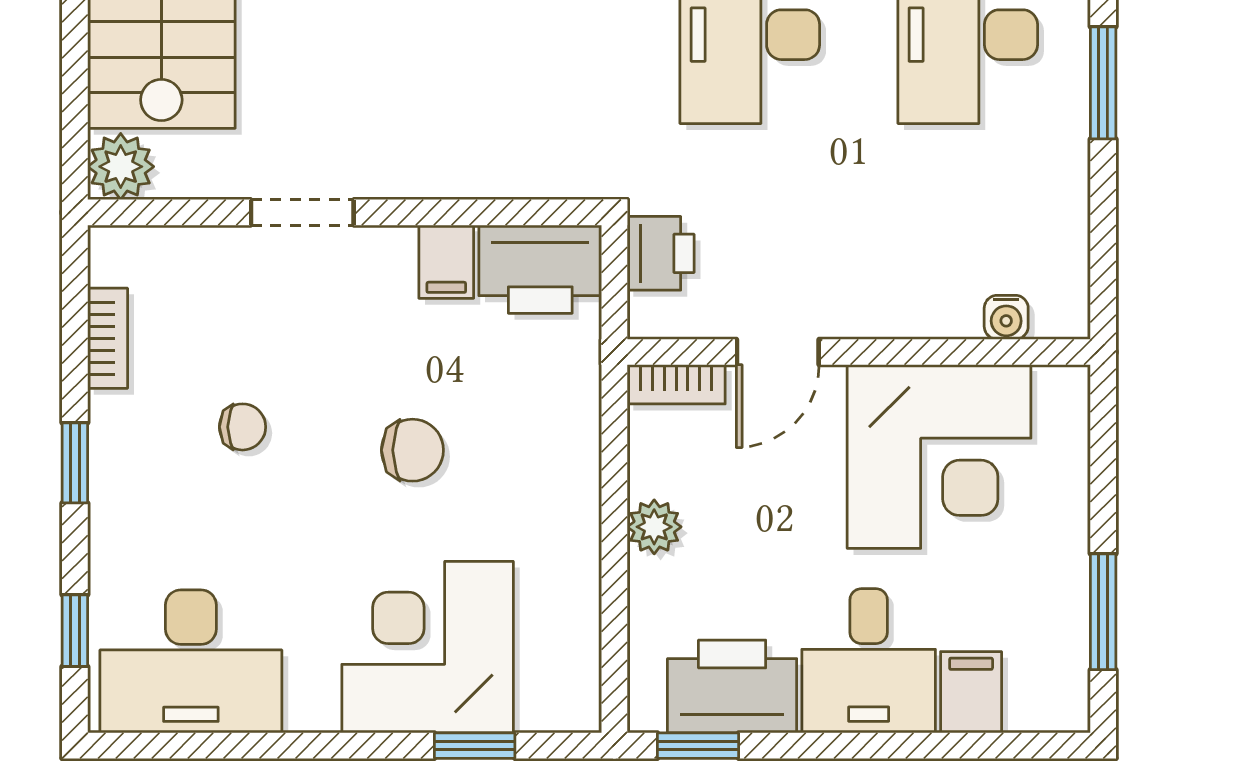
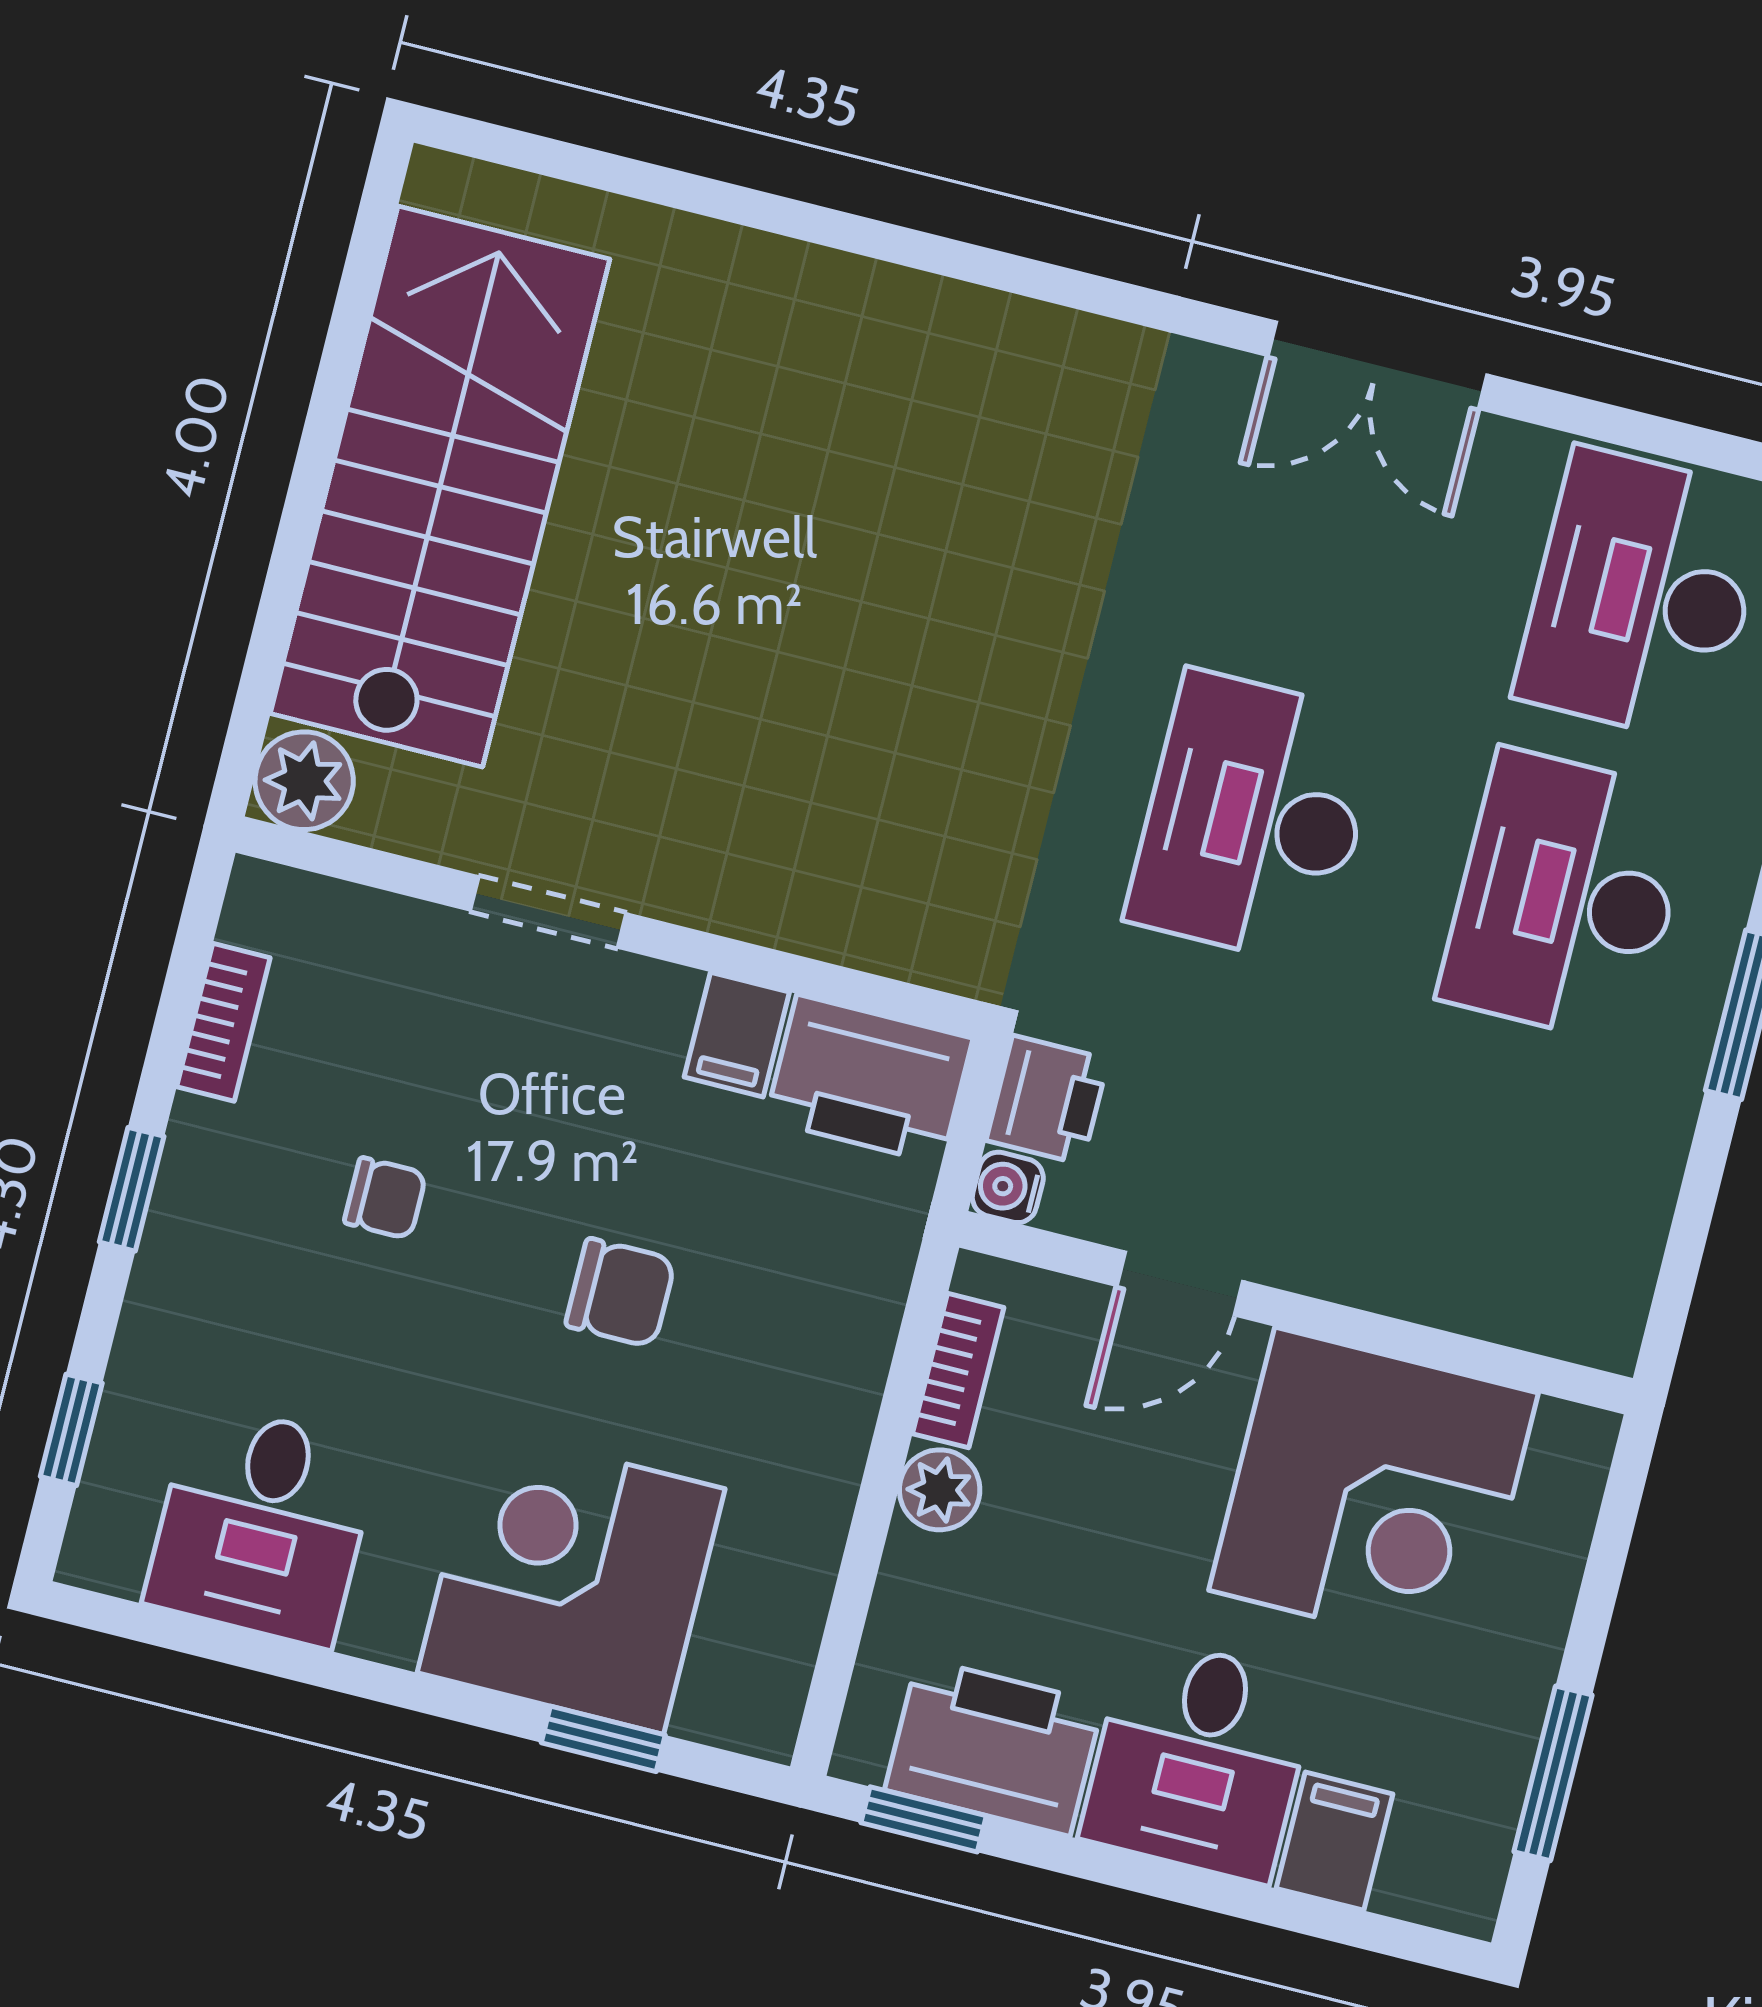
water cooler: (1006, 317) -> (1008, 1187), moved, turned 90
bookcase: (676, 384) -> (958, 1371), moved, turned -90
desk: (191, 661) -> (262, 1525), width x0.73

